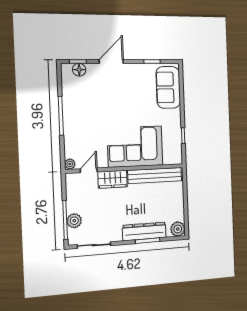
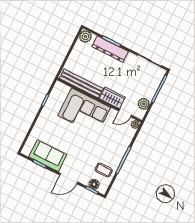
sofa: (168, 87) -> (48, 156), moved, turned -90
coffee table: (77, 92) -> (104, 170), added
plant: (74, 221) -> (144, 104), moved

